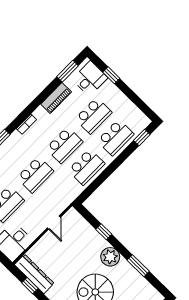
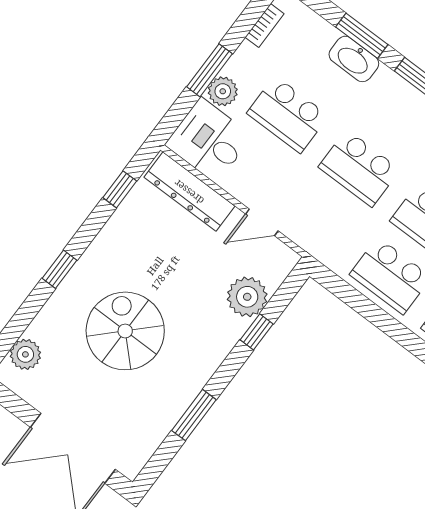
plant: (110, 257) -> (247, 297), moved
dresser: (34, 274) -> (189, 192), moved, turned 90

